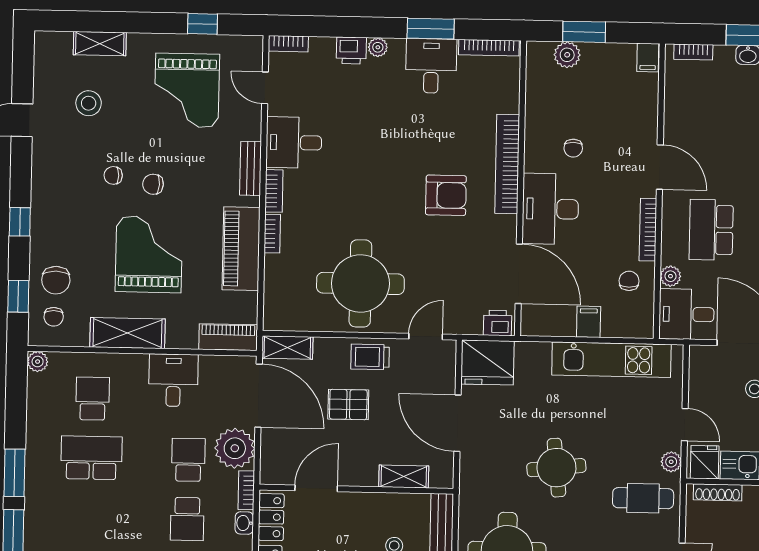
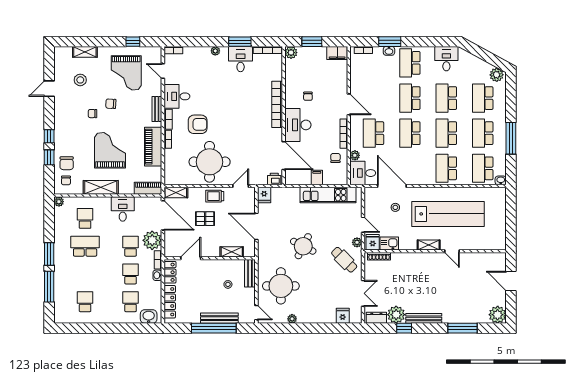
printer: (351, 50) -> (203, 53), removed
plant: (567, 55) -> (291, 53), moved
filing cabinet: (648, 58) -> (337, 53), width x2.00
chair: (153, 184) -> (111, 104), moved
armchair: (446, 195) -> (198, 124), moved
window: (18, 296) -> (49, 157), moved
fridge: (487, 363) -> (264, 195), width x0.53, depth x0.75
round table: (556, 468) -> (303, 246), turned 33
cafe table: (643, 498) -> (344, 260), turned 45
school desk: (187, 519) -> (131, 274), turned 180

